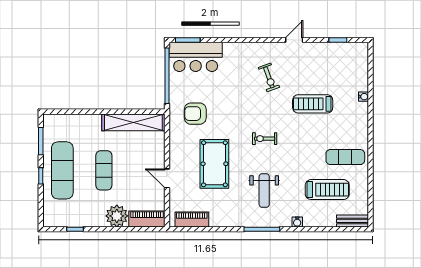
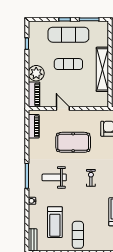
shelving: (133, 122) -> (102, 69), moved
door: (167, 178) -> (63, 109), hinge flipped

